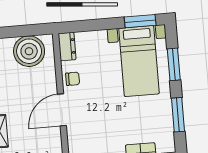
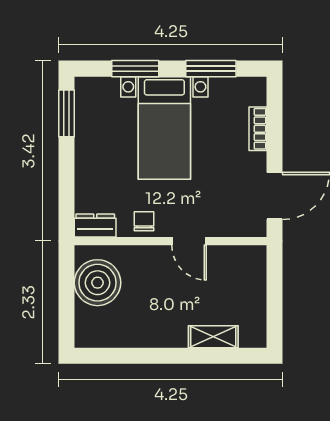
bed with nightstands: (139, 61) -> (164, 128), moved, turned 90
door: (62, 110) -> (189, 241), width x0.73

